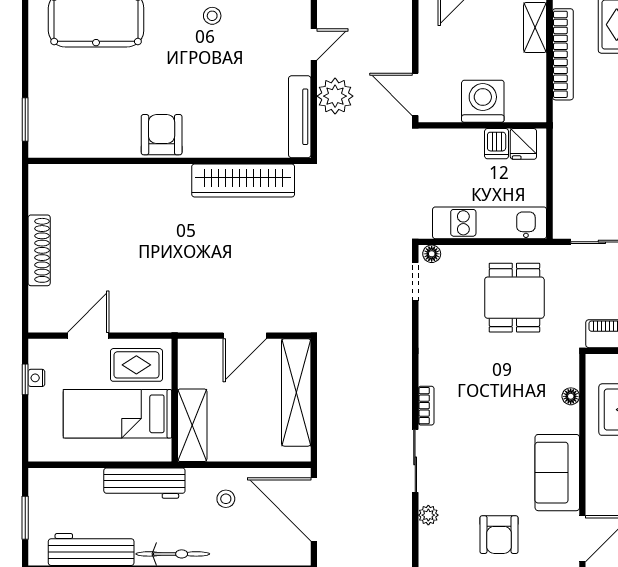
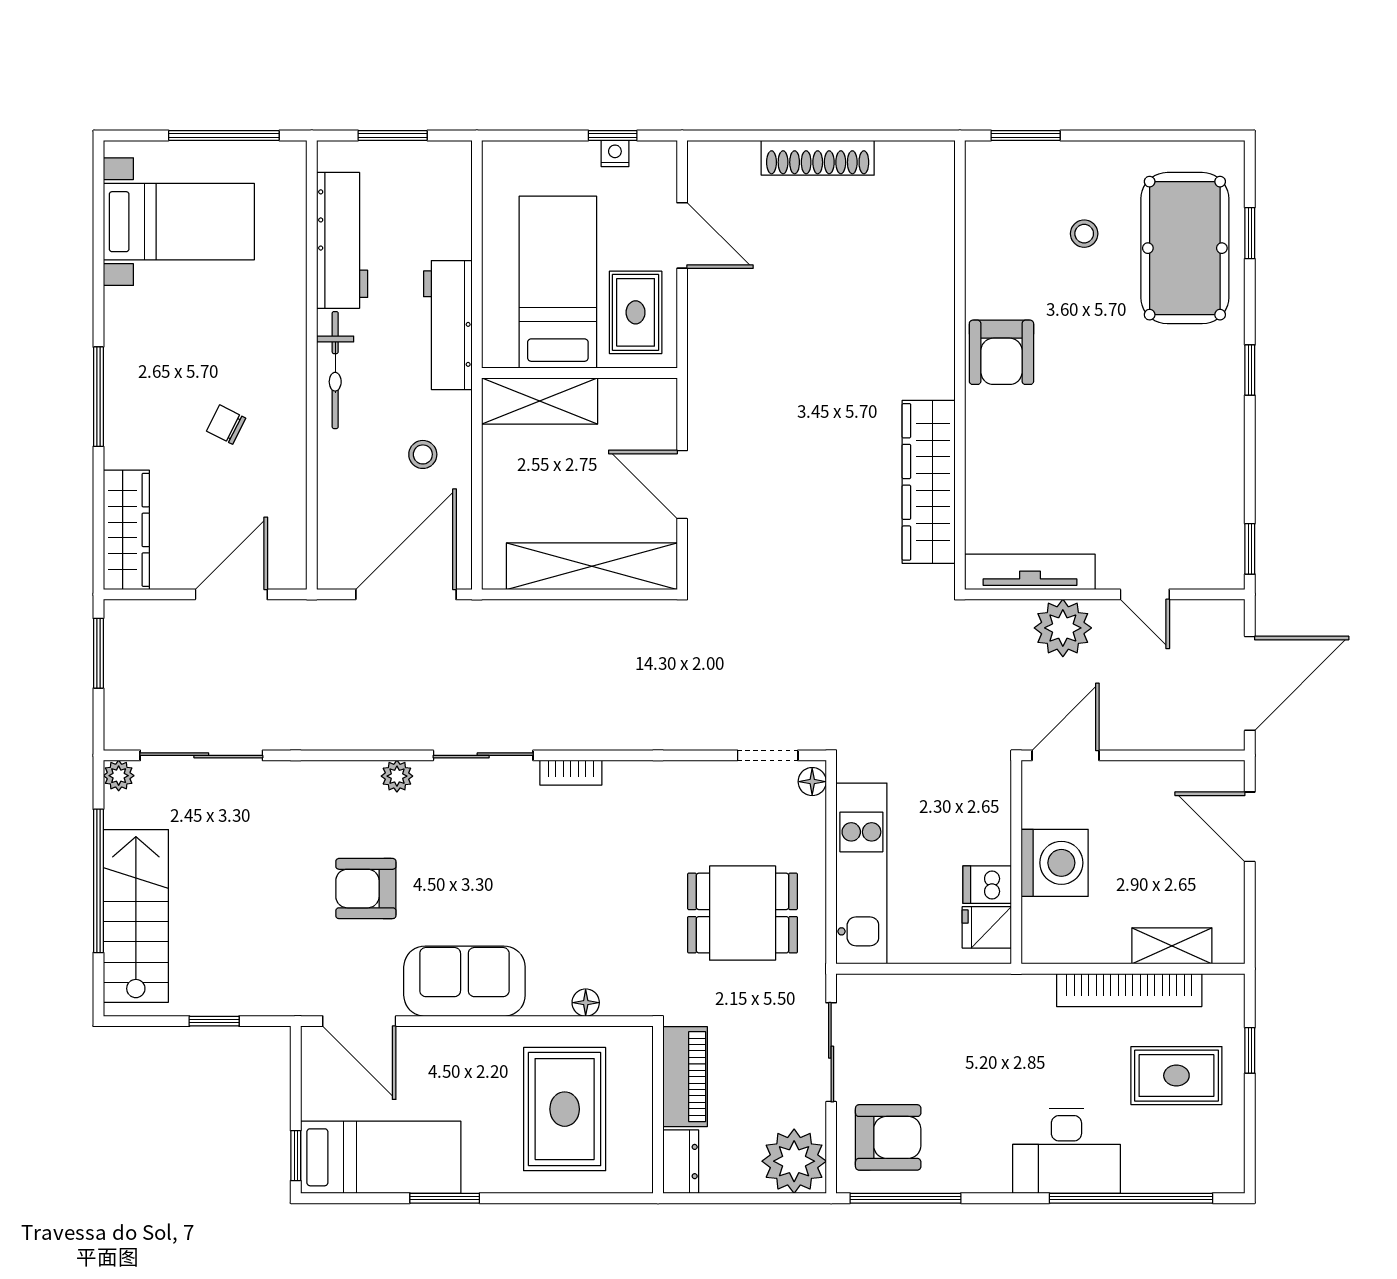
stool: (212, 16) -> (1084, 234), moved
armchair: (162, 135) -> (1001, 352), turned 90

